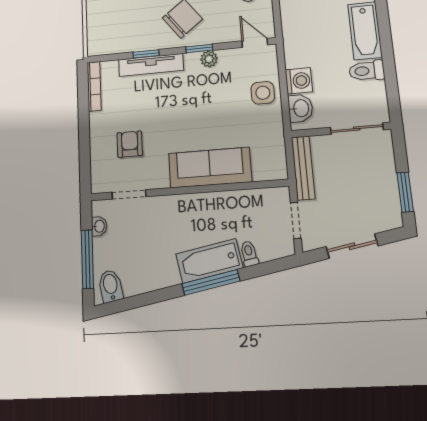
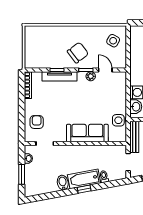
door: (255, 43) -> (105, 70), moved
side table: (263, 93) -> (118, 120), moved
armchair: (130, 144) -> (37, 122), moved
window: (87, 259) -> (22, 174), width x0.69
window: (211, 282) -> (84, 189), width x0.46
bidet: (111, 286) -> (63, 183), moved

